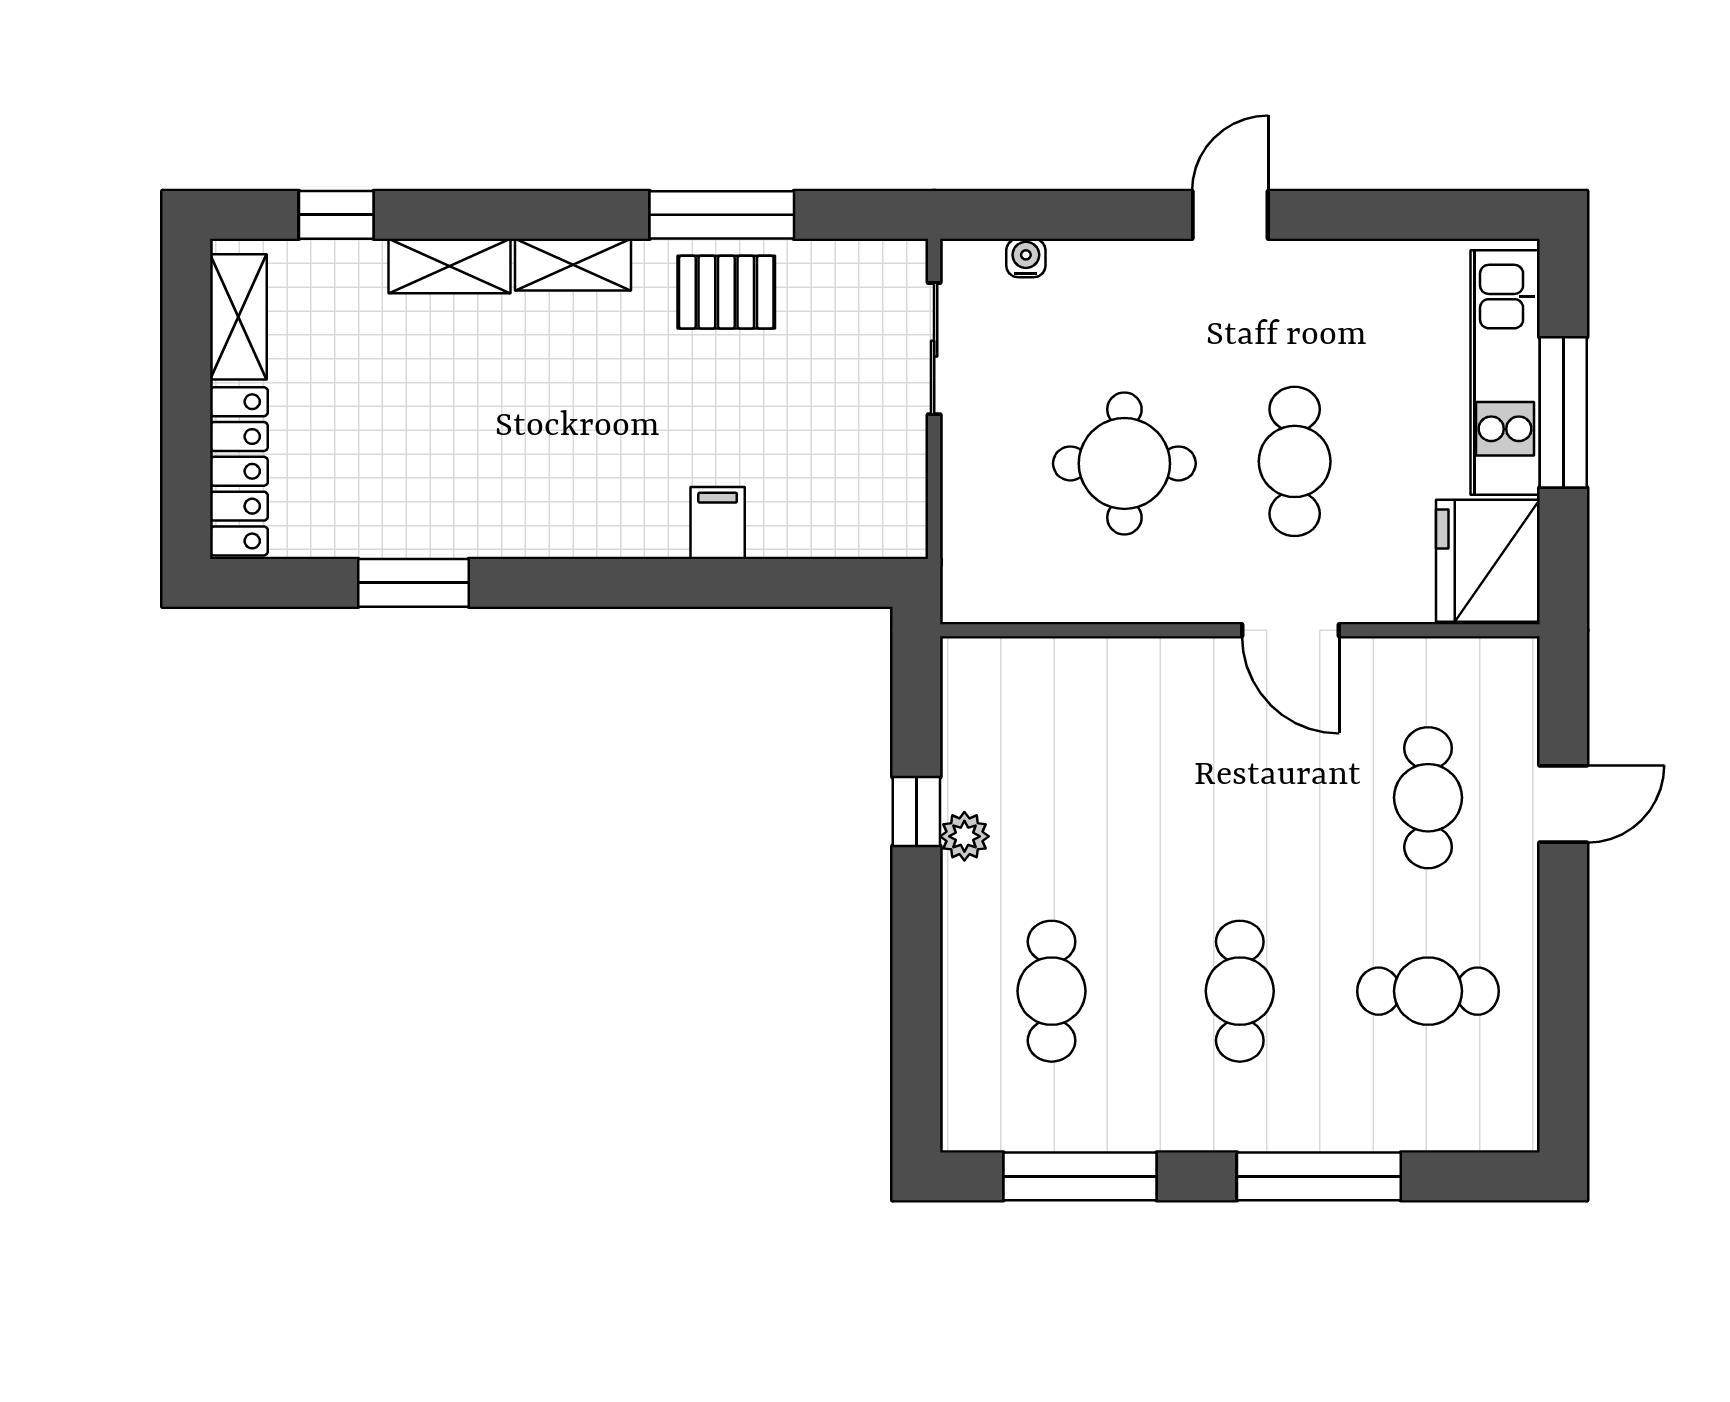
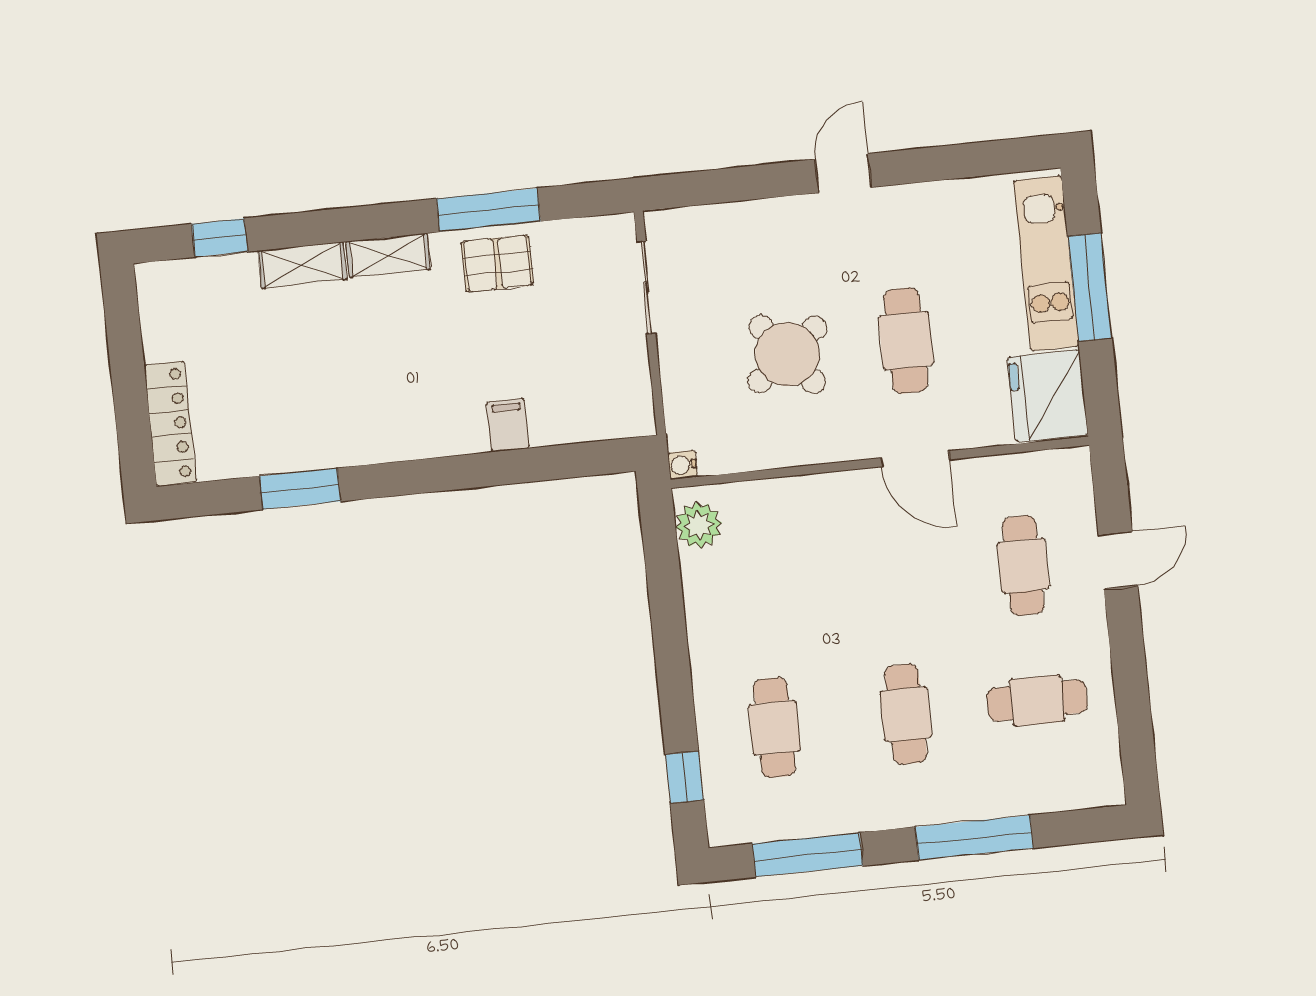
water cooler: (1026, 258) -> (682, 465), moved, turned -90
shelving: (238, 317) -> (159, 316), removed
round table: (1124, 463) -> (787, 354), turned -38
window: (916, 811) -> (684, 777), moved
plant: (964, 836) -> (699, 525), moved, width x1.38, depth x1.38

